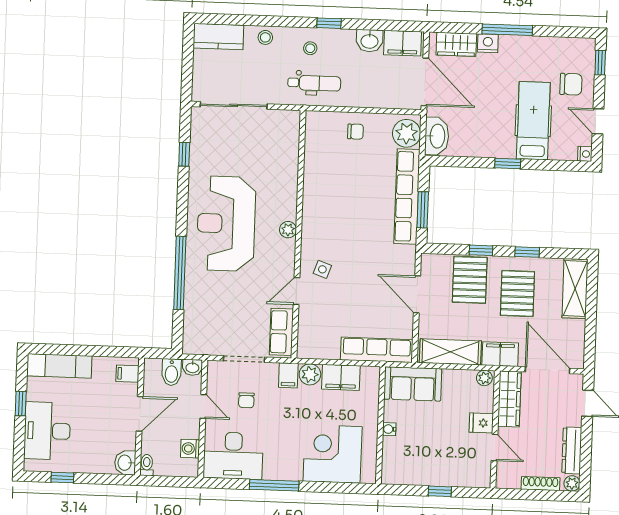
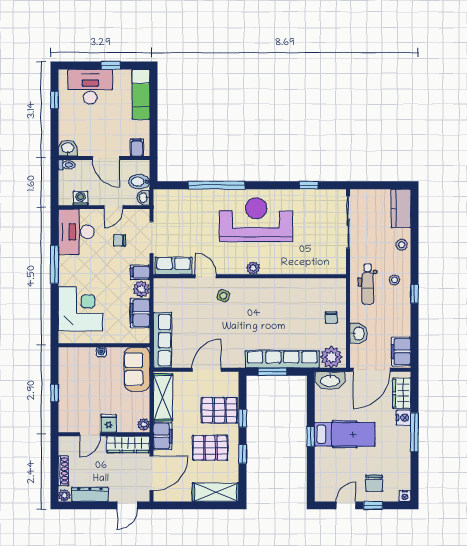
washbasin: (369, 41) -> (358, 333), moved, turned 180
window: (600, 63) -> (373, 505), moved
hospital bed: (533, 121) -> (345, 434), moved
nightstand: (585, 154) -> (405, 496), moved

